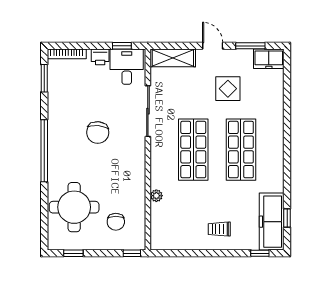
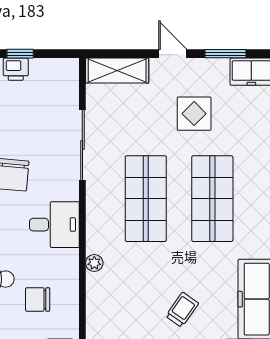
window: (122, 46) -> (20, 54), moved
desk: (127, 67) -> (54, 225), moved, turned 90
chair: (116, 222) -> (38, 299), turned 90
trolley: (219, 229) -> (182, 310), turned 125

